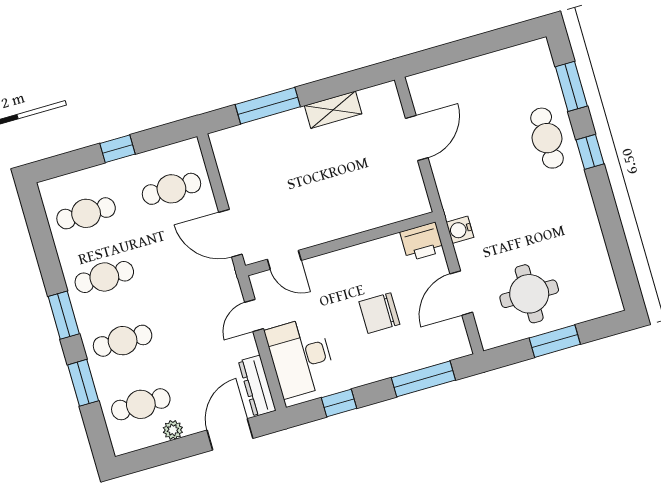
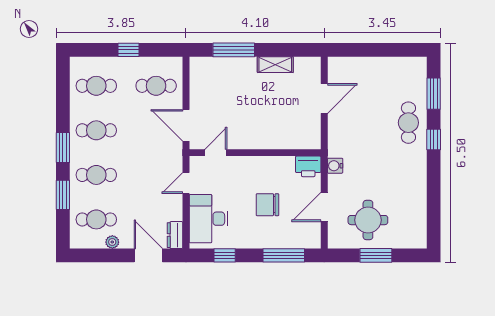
door: (284, 260) -> (216, 153), swing flipped
dresser: (257, 386) -> (175, 235), width x0.70
door: (230, 434) -> (148, 255), hinge flipped

